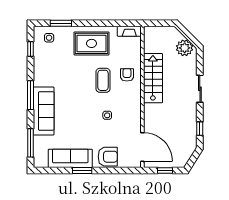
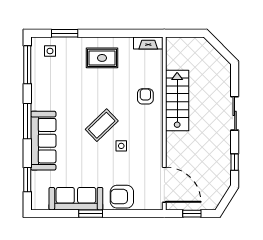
rug: (92, 43) -> (102, 58), width x0.73, depth x0.70
plant: (185, 48) -> (216, 63), removed
window: (30, 49) -> (27, 65), width x2.17
coffee table: (103, 80) -> (102, 125), moved, turned 46
window: (30, 143) -> (27, 180), width x0.69
armchair: (108, 157) -> (122, 197), turned 180

